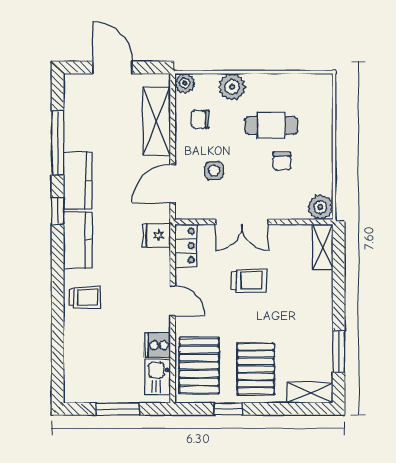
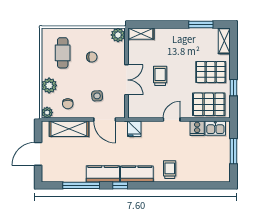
cafe table: (271, 125) -> (63, 53), moved
locker: (186, 246) -> (140, 112), removed

